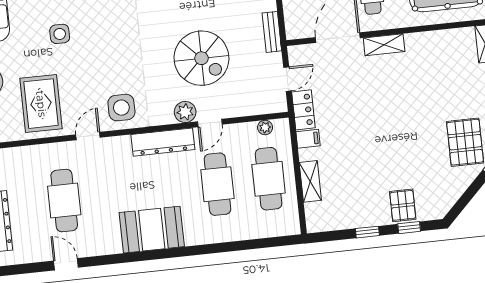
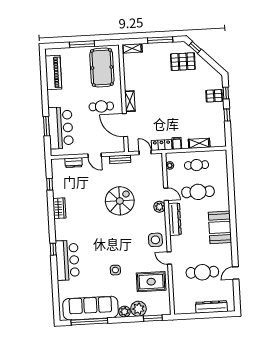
spiral stairs: (201, 58) -> (120, 201), moved
cafe table: (269, 179) -> (197, 165), width x0.73, depth x0.74

